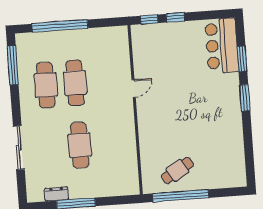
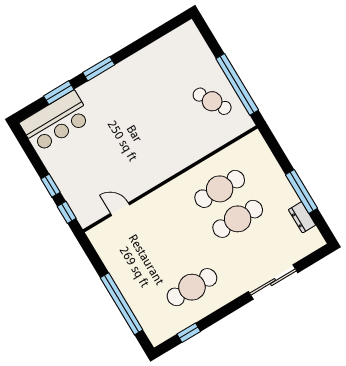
window: (13, 65) -> (189, 333), width x0.46
cafe table: (75, 83) -> (220, 189), moved
door: (134, 88) -> (120, 209), moved

